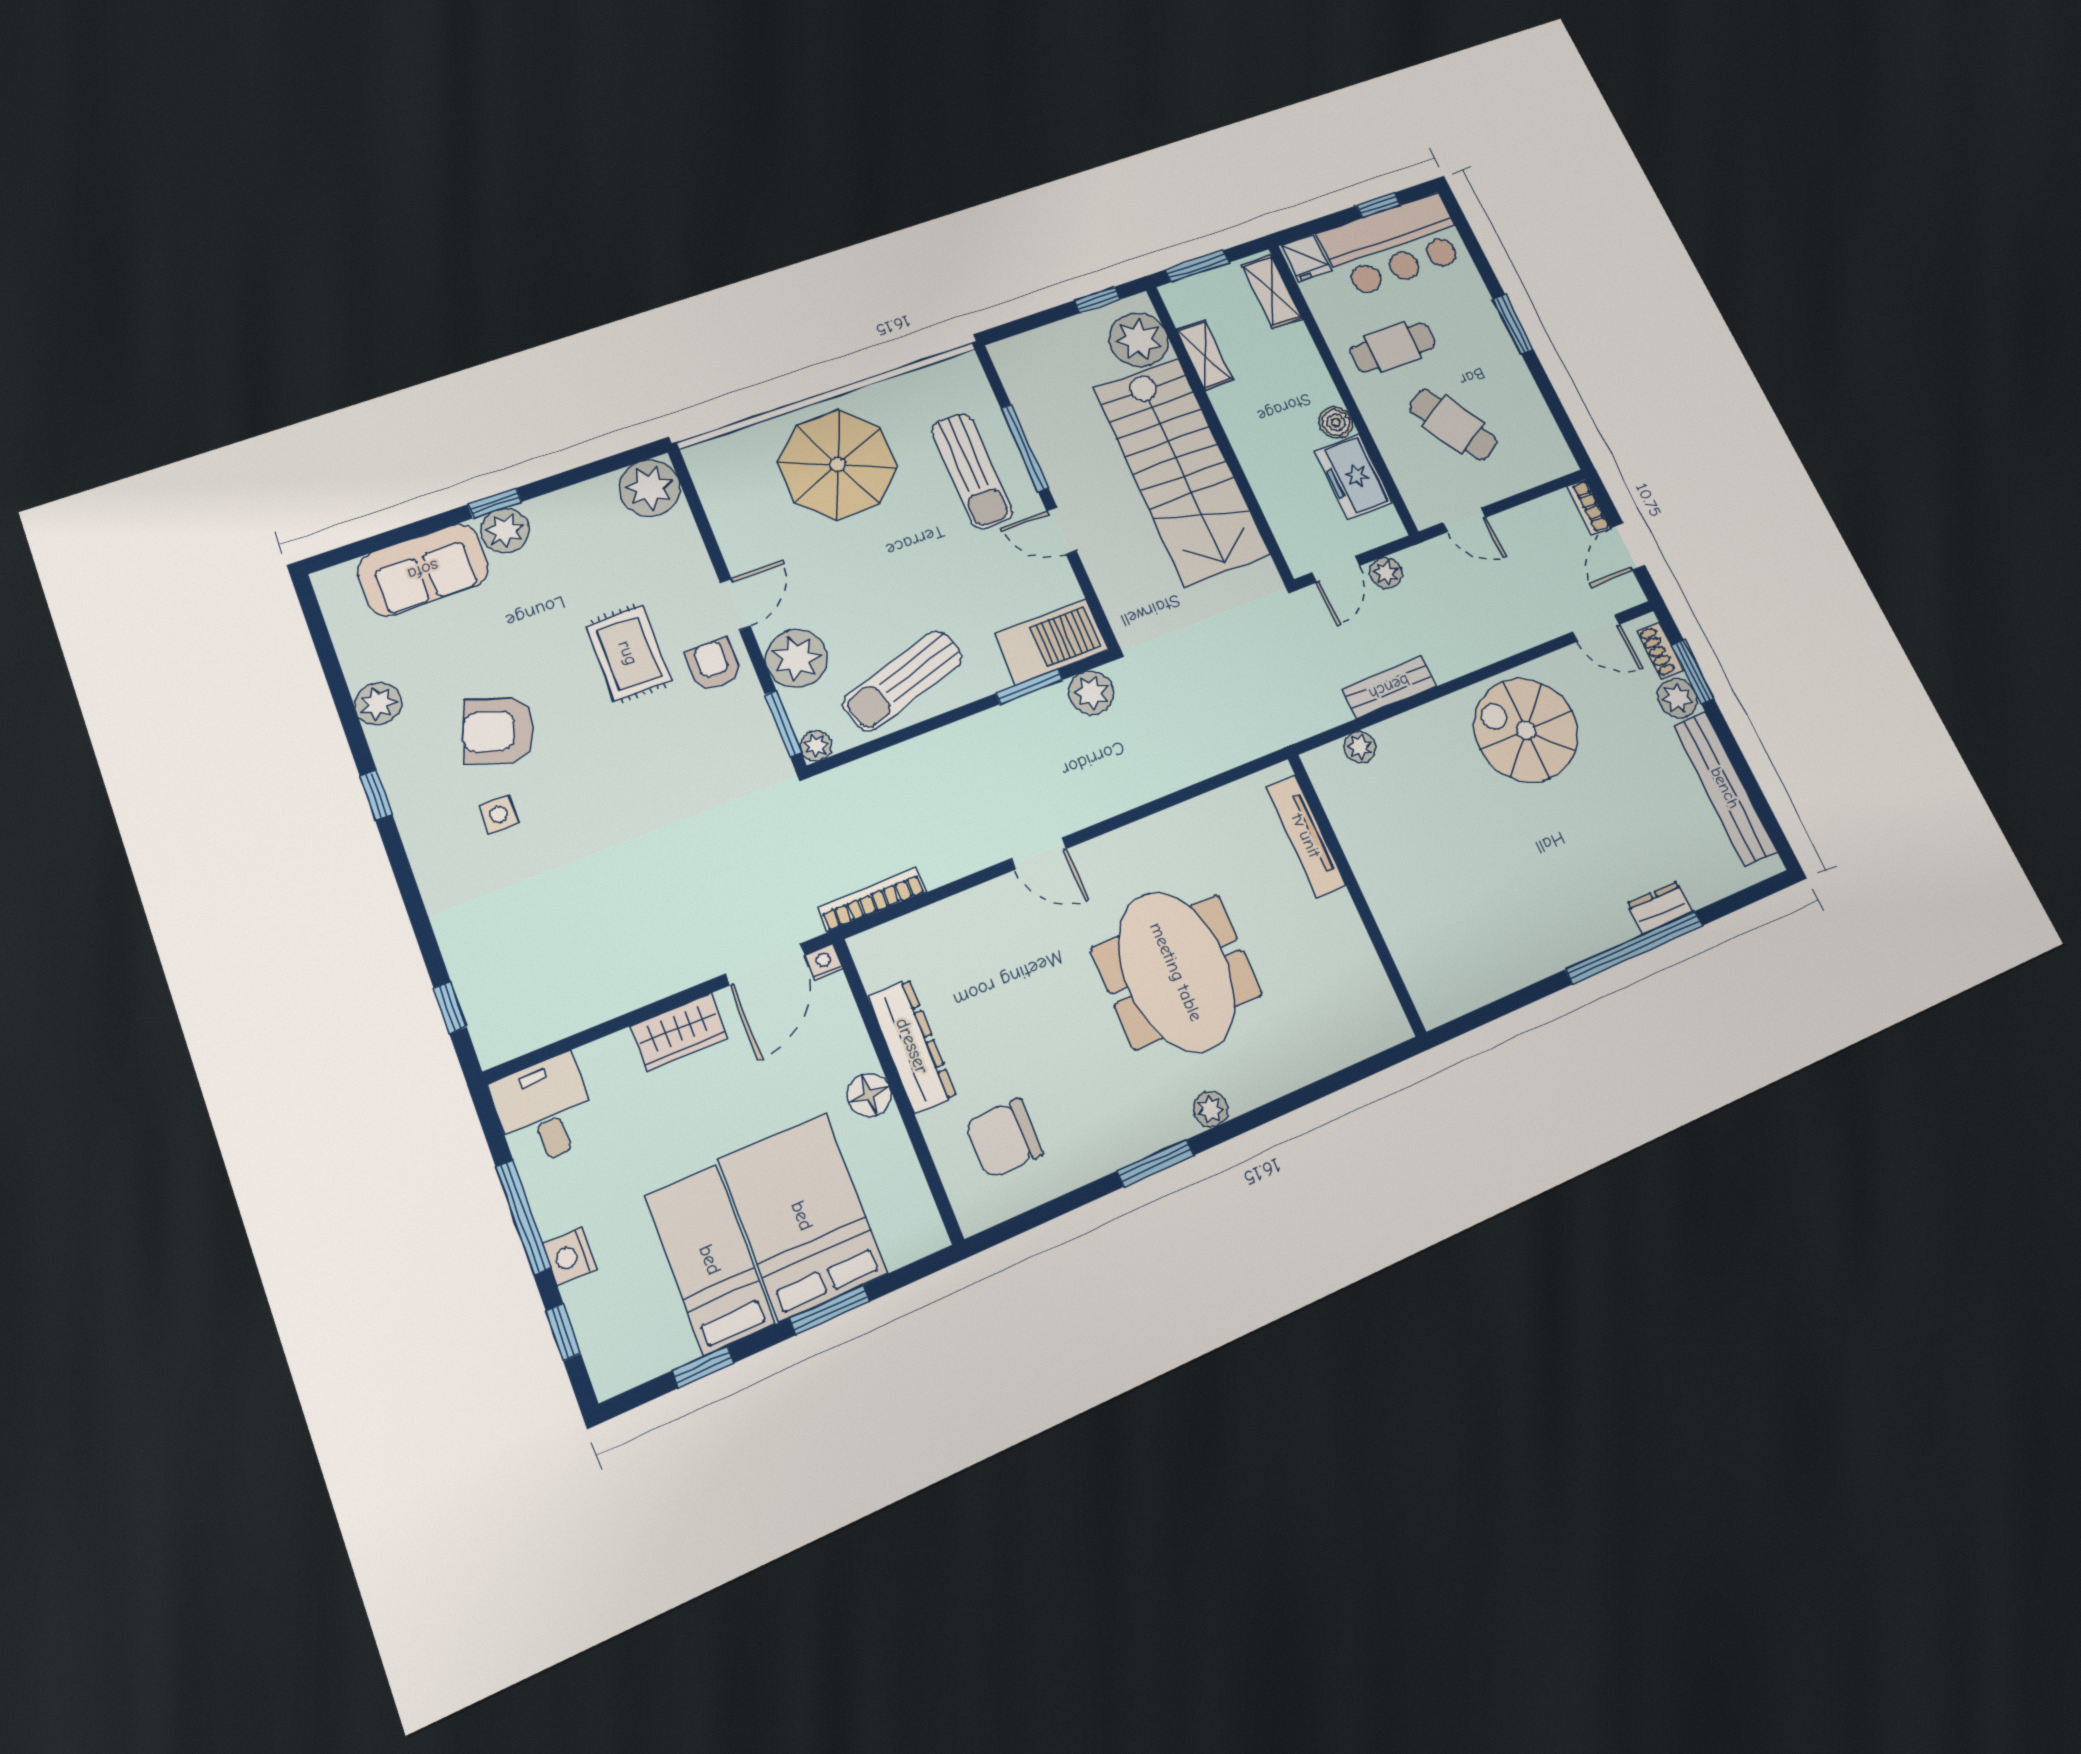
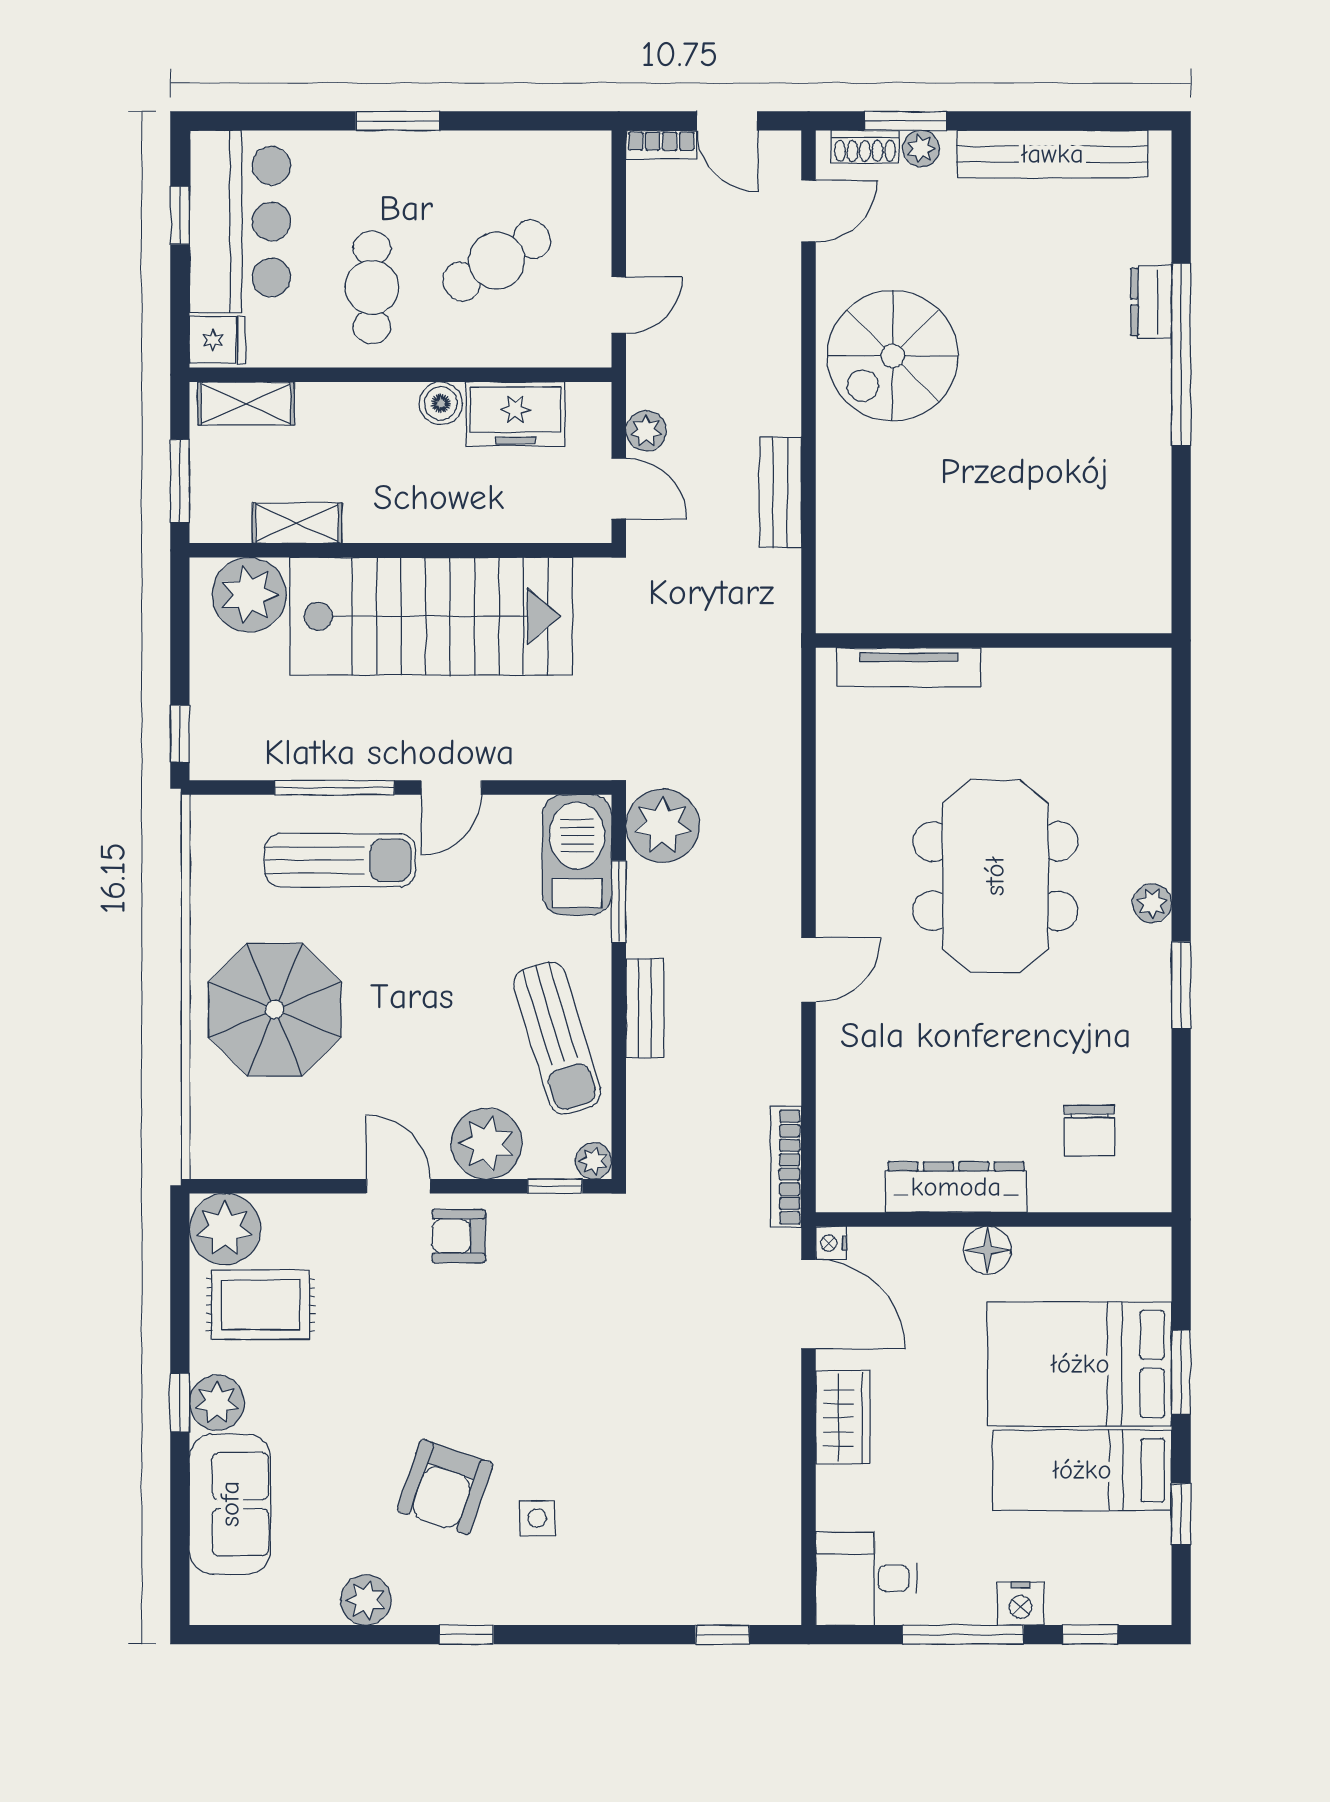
window: (1097, 300) -> (180, 734), moved
rug: (628, 653) -> (261, 1305), moved
plant: (1091, 693) -> (663, 826), width x1.36, depth x1.36
plant: (1677, 698) -> (921, 149), width x0.73, depth x0.73
window: (783, 724) -> (555, 1186), width x0.67
bench: (954, 739) -> (645, 1008), added
plant: (1360, 747) -> (835, 559), removed
meeting table: (1176, 972) -> (995, 876), turned 90
chair: (1004, 1138) -> (1089, 1131), width x0.73, depth x0.73

